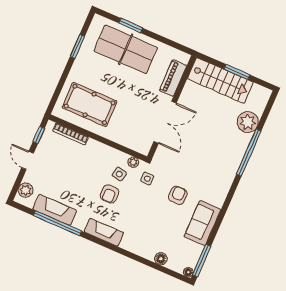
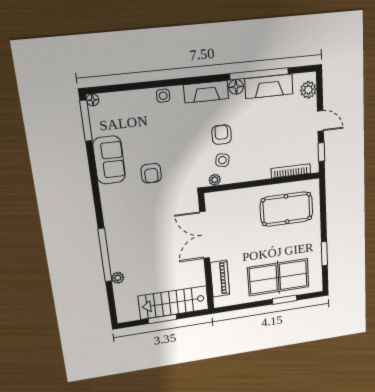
plant: (248, 122) -> (118, 278), width x0.53, depth x0.53
side table: (147, 179) -> (163, 96), moved
floor lamp: (161, 259) -> (236, 87), moved

